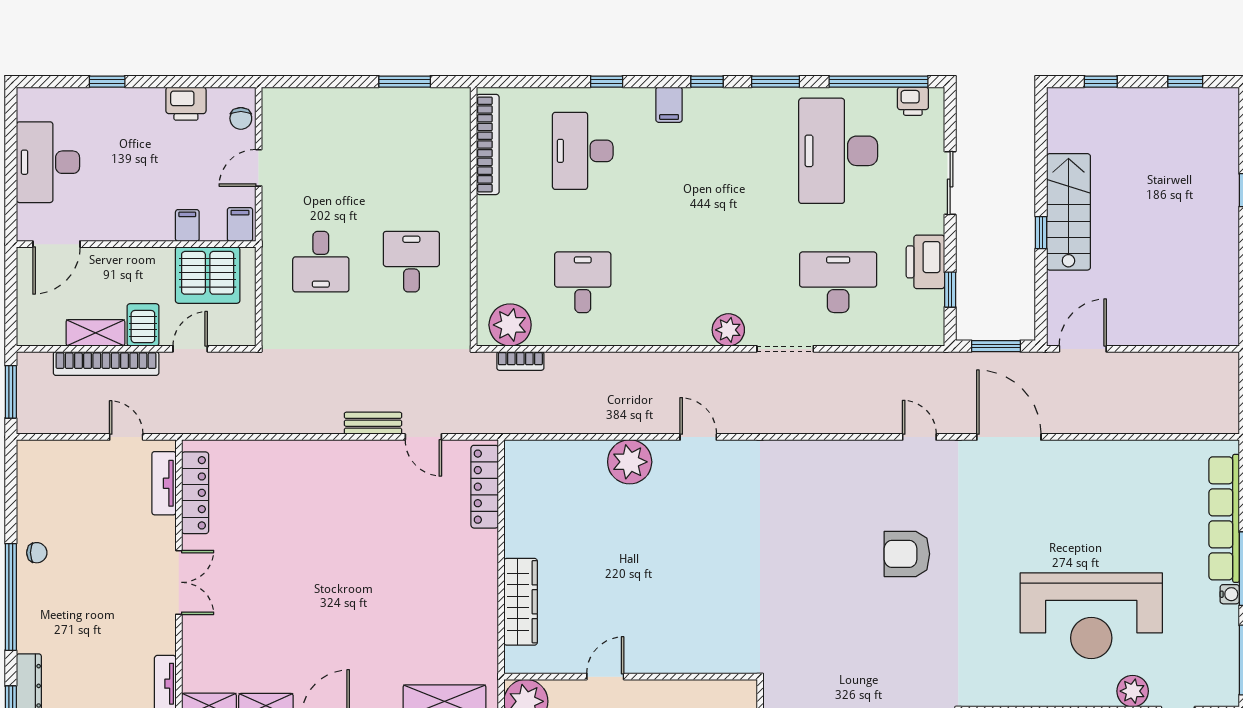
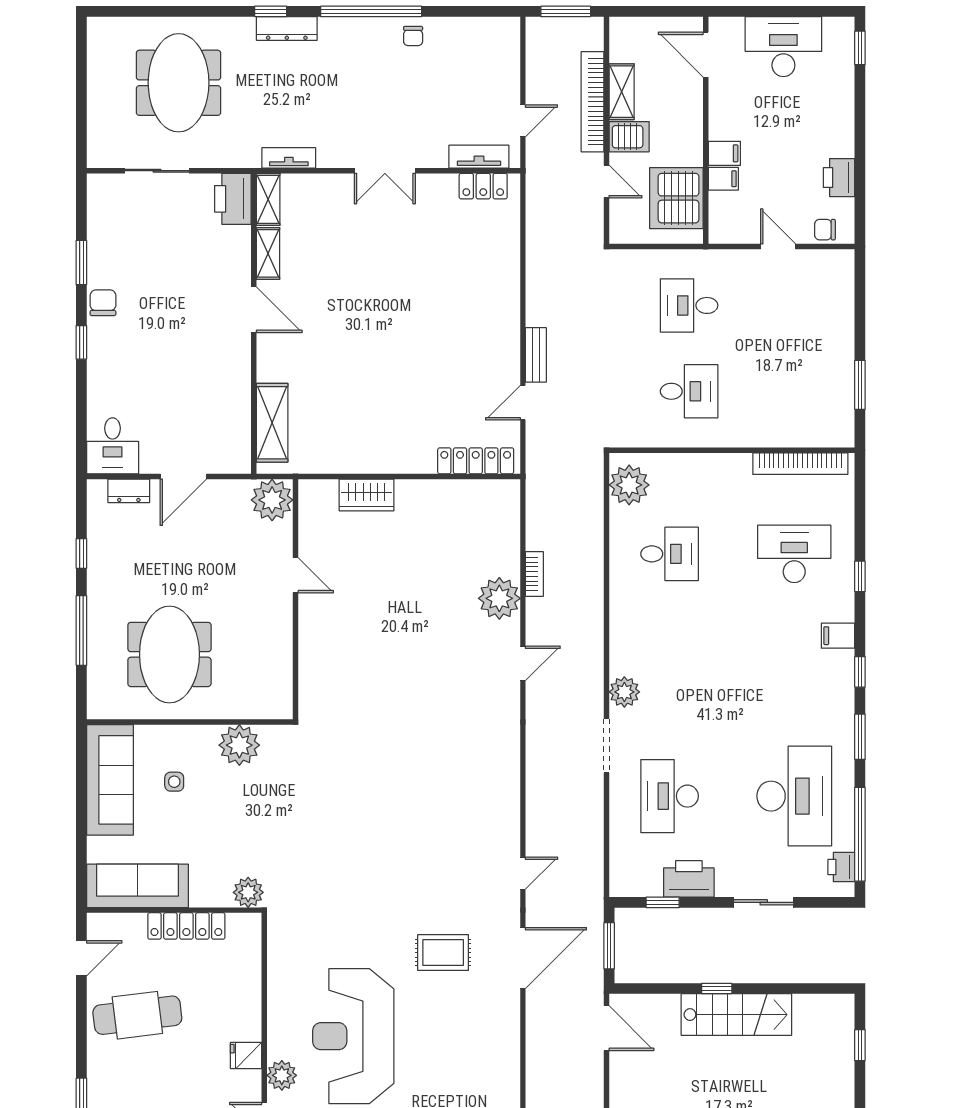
window: (107, 82) -> (860, 48), moved
desk: (838, 151) -> (794, 796), turned 90
filing cabinet: (240, 224) -> (724, 153), moved
desk: (838, 282) -> (670, 796), turned 180
bookcase: (520, 361) -> (534, 574), moved, turned 180
locker: (195, 493) -> (483, 186), width x0.66
rug: (1003, 521) -> (443, 953), added
armchair: (907, 554) -> (412, 861), removed
wardrobe: (521, 602) -> (367, 495), width x0.67

